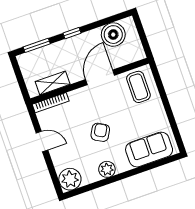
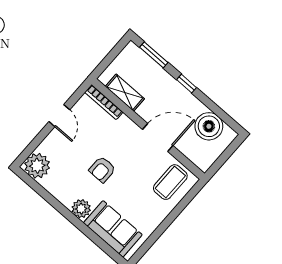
armchair: (100, 132) -> (102, 170), turned 151
plant: (107, 169) -> (81, 209), moved

